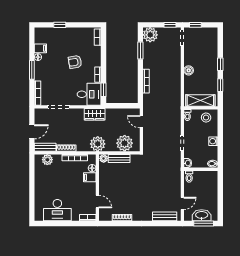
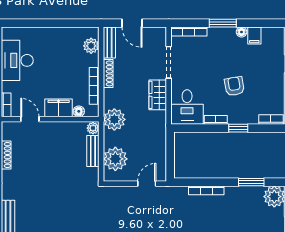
window: (104, 90) -> (238, 128), moved
wardrobe: (95, 114) -> (158, 95), moved
filing cabinet: (90, 177) -> (59, 108), width x2.00
door: (97, 202) -> (30, 119), swing flipped

